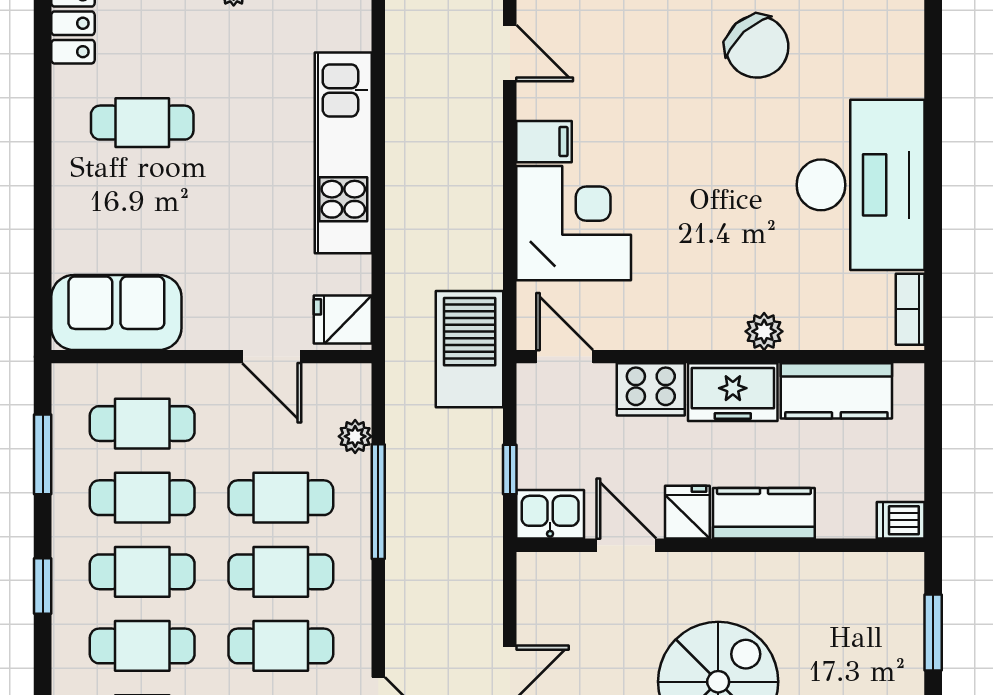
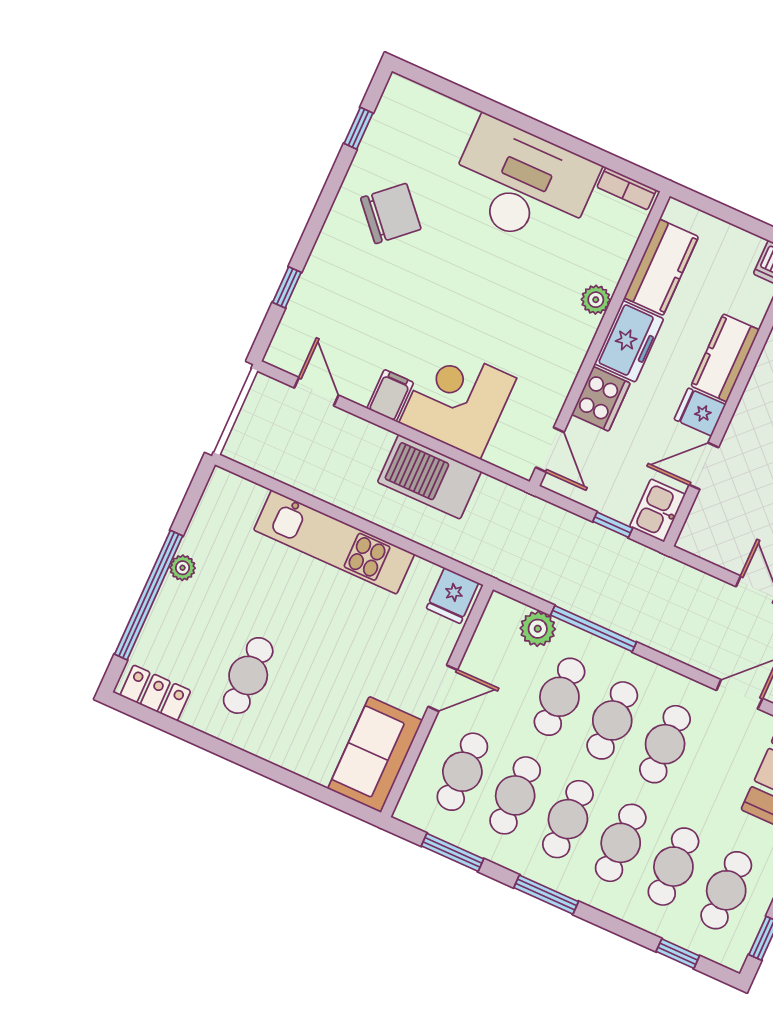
door: (510, 53) -> (316, 392), hinge flipped
barbecue: (470, 349) -> (429, 477), moved
door: (272, 357) -> (443, 688), moved
door: (565, 357) -> (550, 450), swing flipped
plant: (355, 436) -> (538, 629), width x1.38, depth x1.38
window: (43, 586) -> (546, 895), width x1.50

